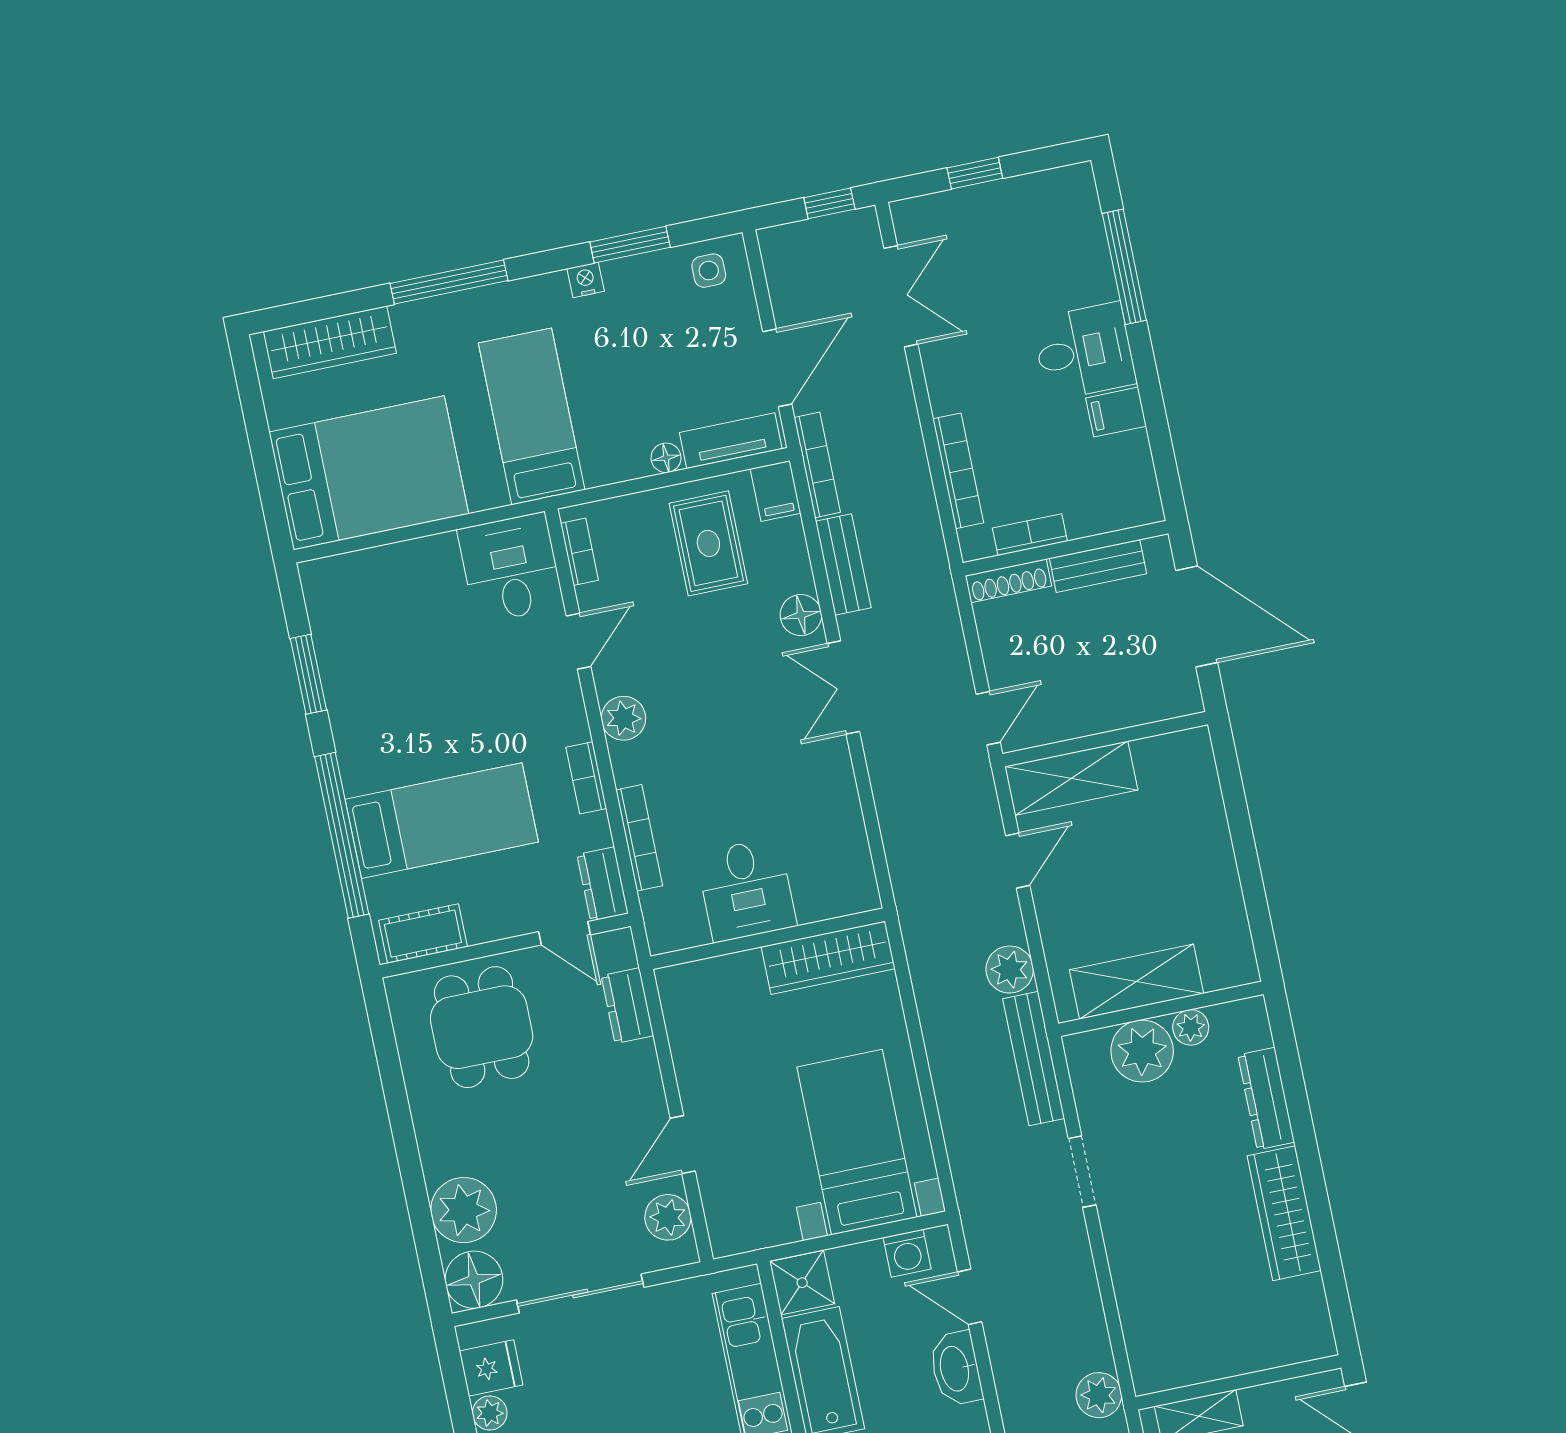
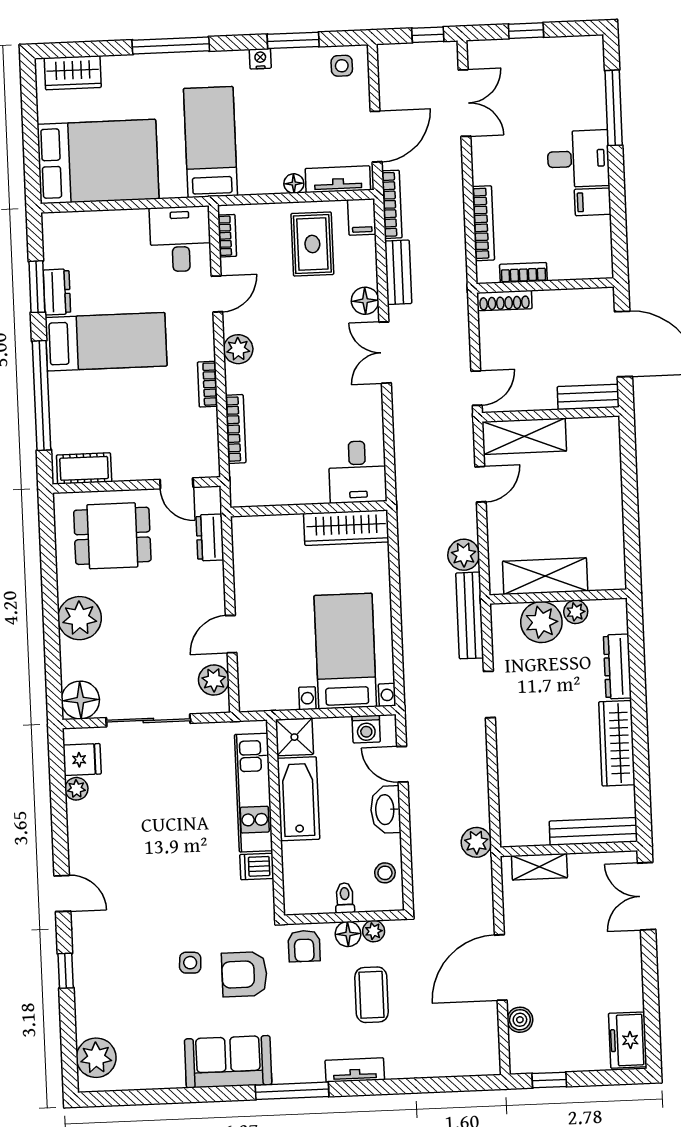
wardrobe: (330, 342) -> (73, 73), width x0.67
bench: (1098, 566) -> (588, 397), moved
bed: (442, 821) -> (106, 342), moved
dresser: (603, 884) -> (57, 292), moved, turned 180
desk: (746, 890) -> (358, 472), moved
dining table: (482, 1027) -> (112, 536), turned 90
plant: (464, 1210) -> (80, 618), moved
bench: (1270, 1350) -> (593, 831), added

